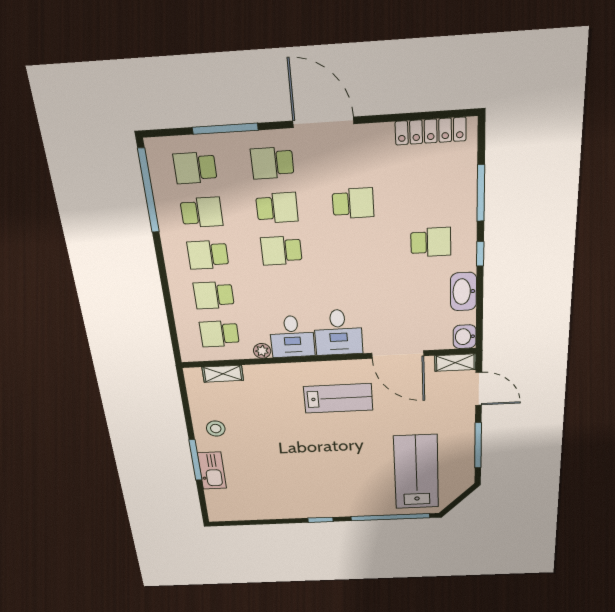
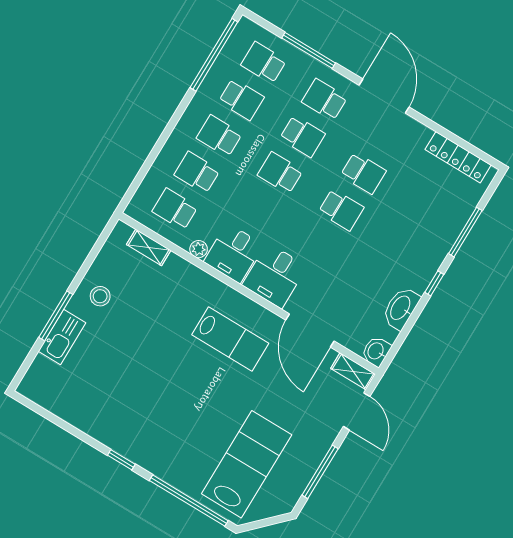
school desk: (431, 242) -> (341, 210), moved

